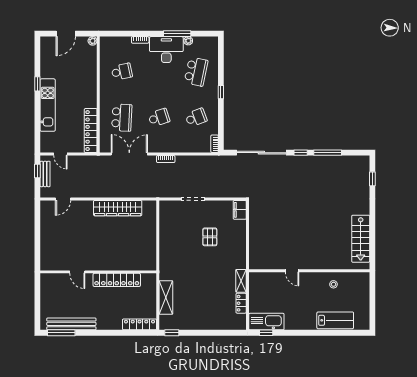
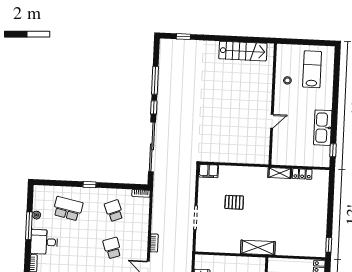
desk: (166, 50) -> (44, 242), width x0.73
shelving: (166, 298) -> (258, 248), moved
lab bench: (335, 320) -> (312, 69), moved
kitchen sink: (266, 322) -> (323, 128), moved

